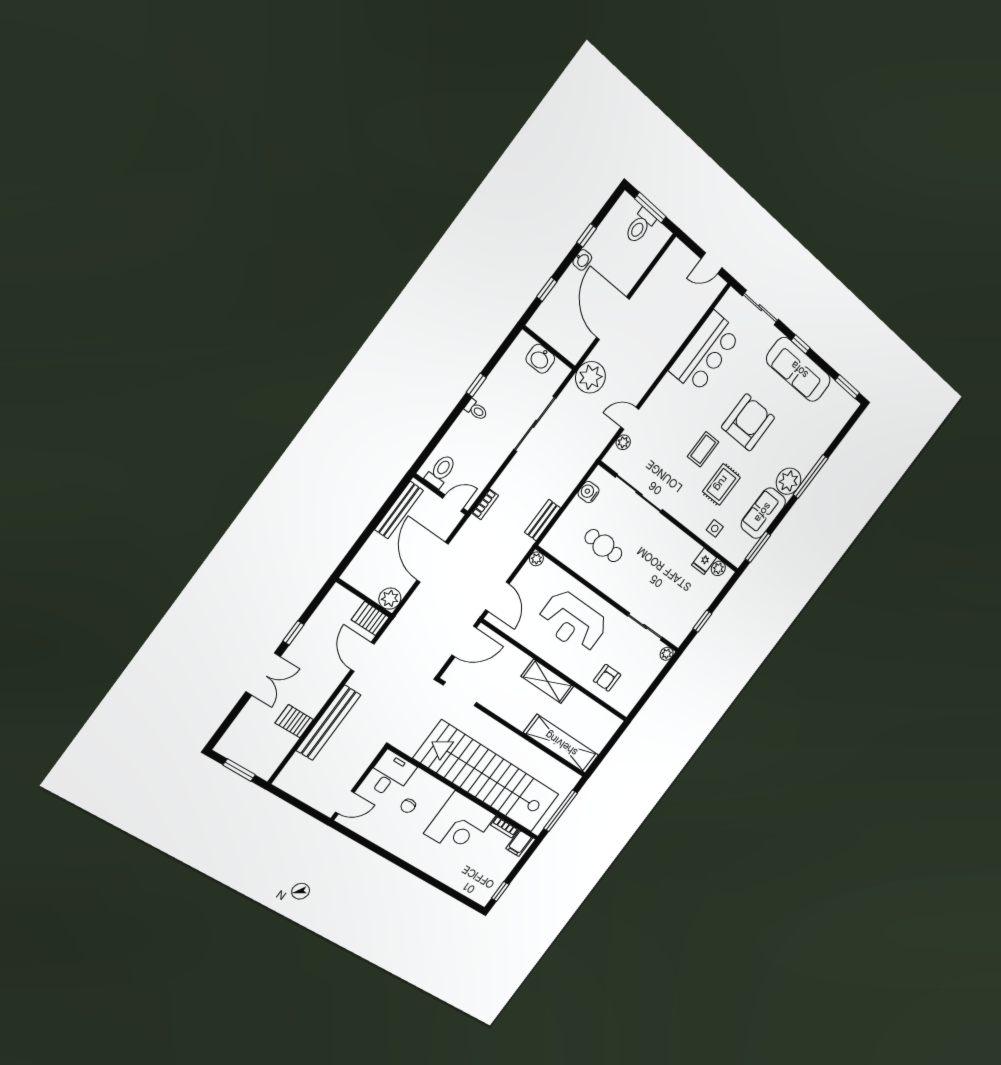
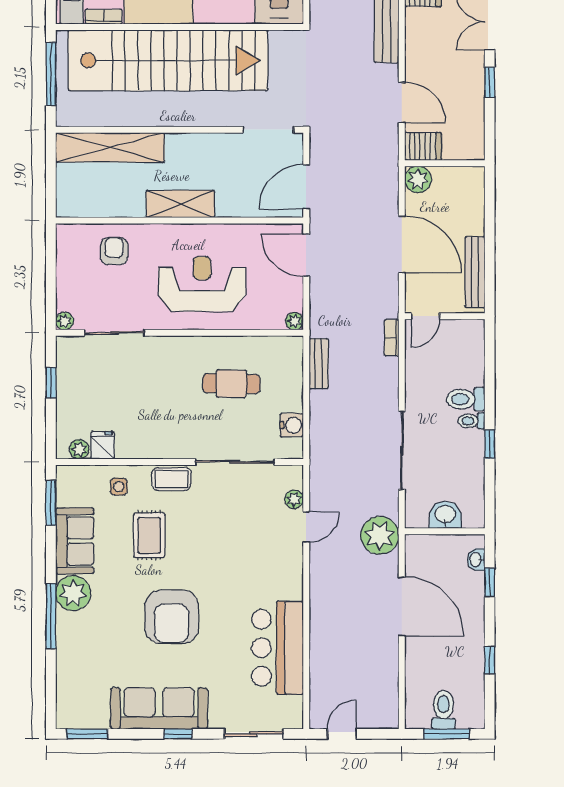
washbasin: (582, 260) -> (476, 560), moved
coffee table: (703, 449) -> (172, 479), moved, turned 90
toilet: (441, 471) -> (466, 399), moved, turned 90

